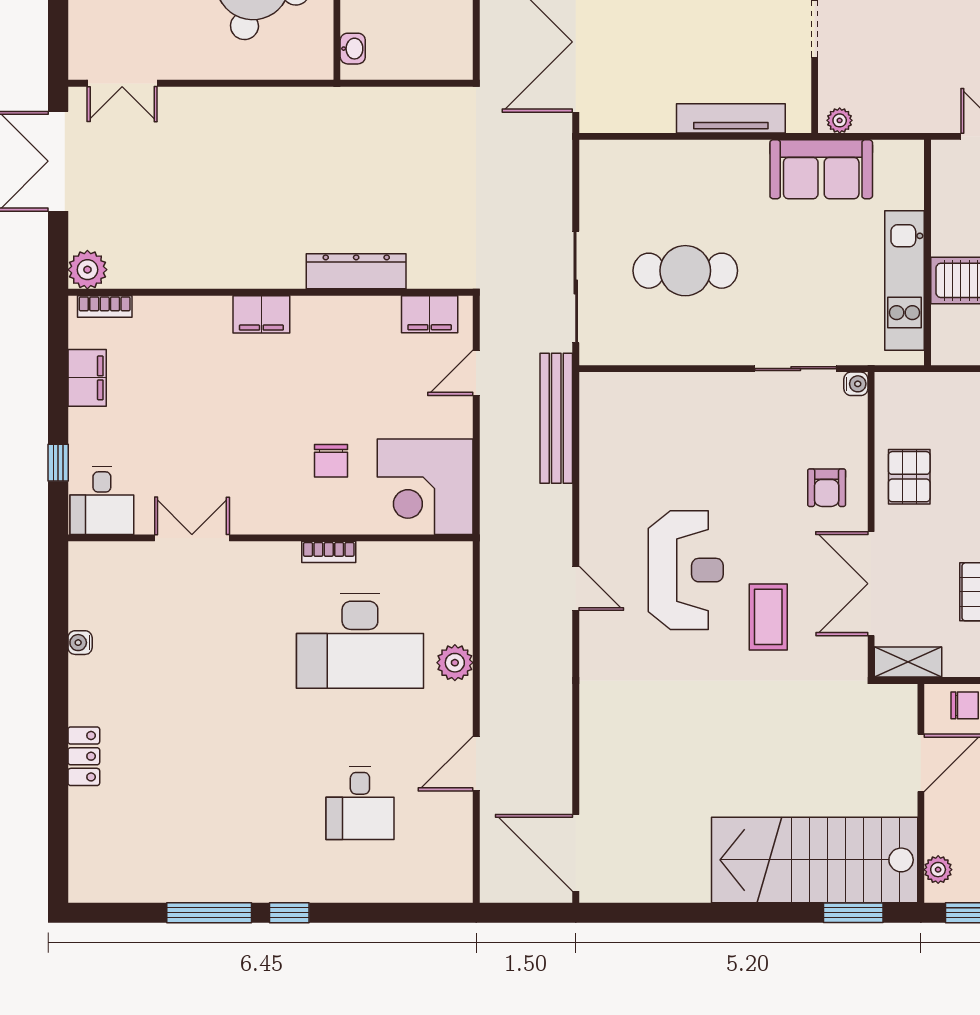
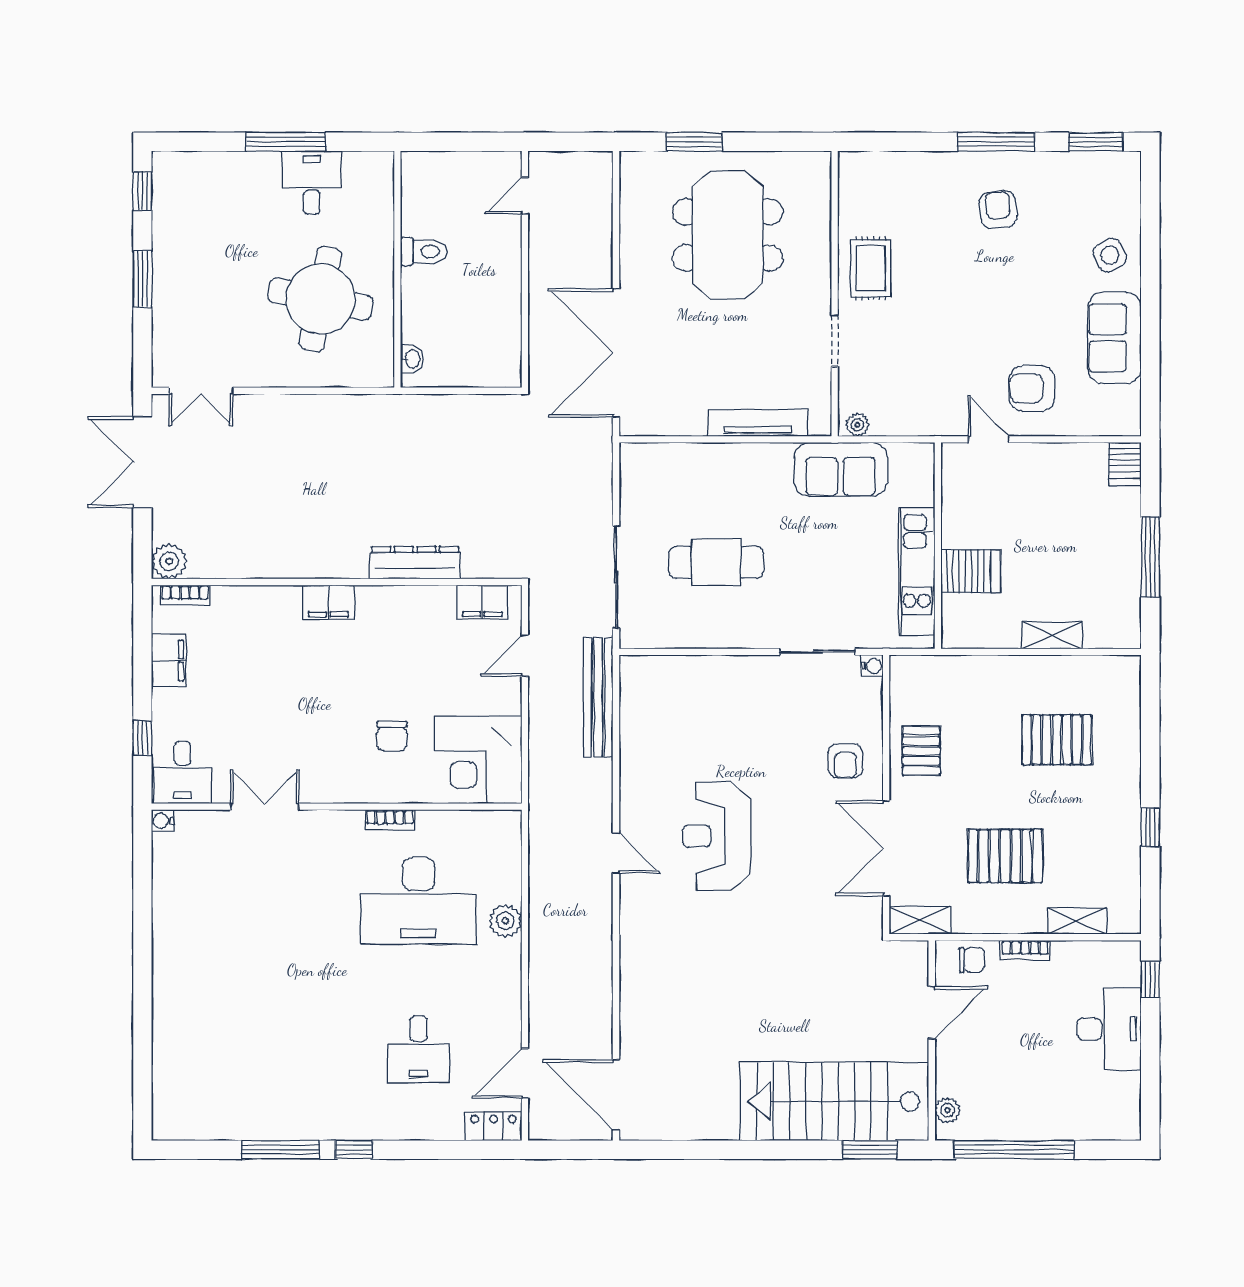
reception desk: (686, 570) -> (717, 836), turned 180
coffee table: (768, 617) -> (792, 879), removed
water cooler: (80, 643) -> (162, 821), moved
locker: (84, 756) -> (493, 1126), moved, turned -90
door: (476, 764) -> (525, 1073), moved

